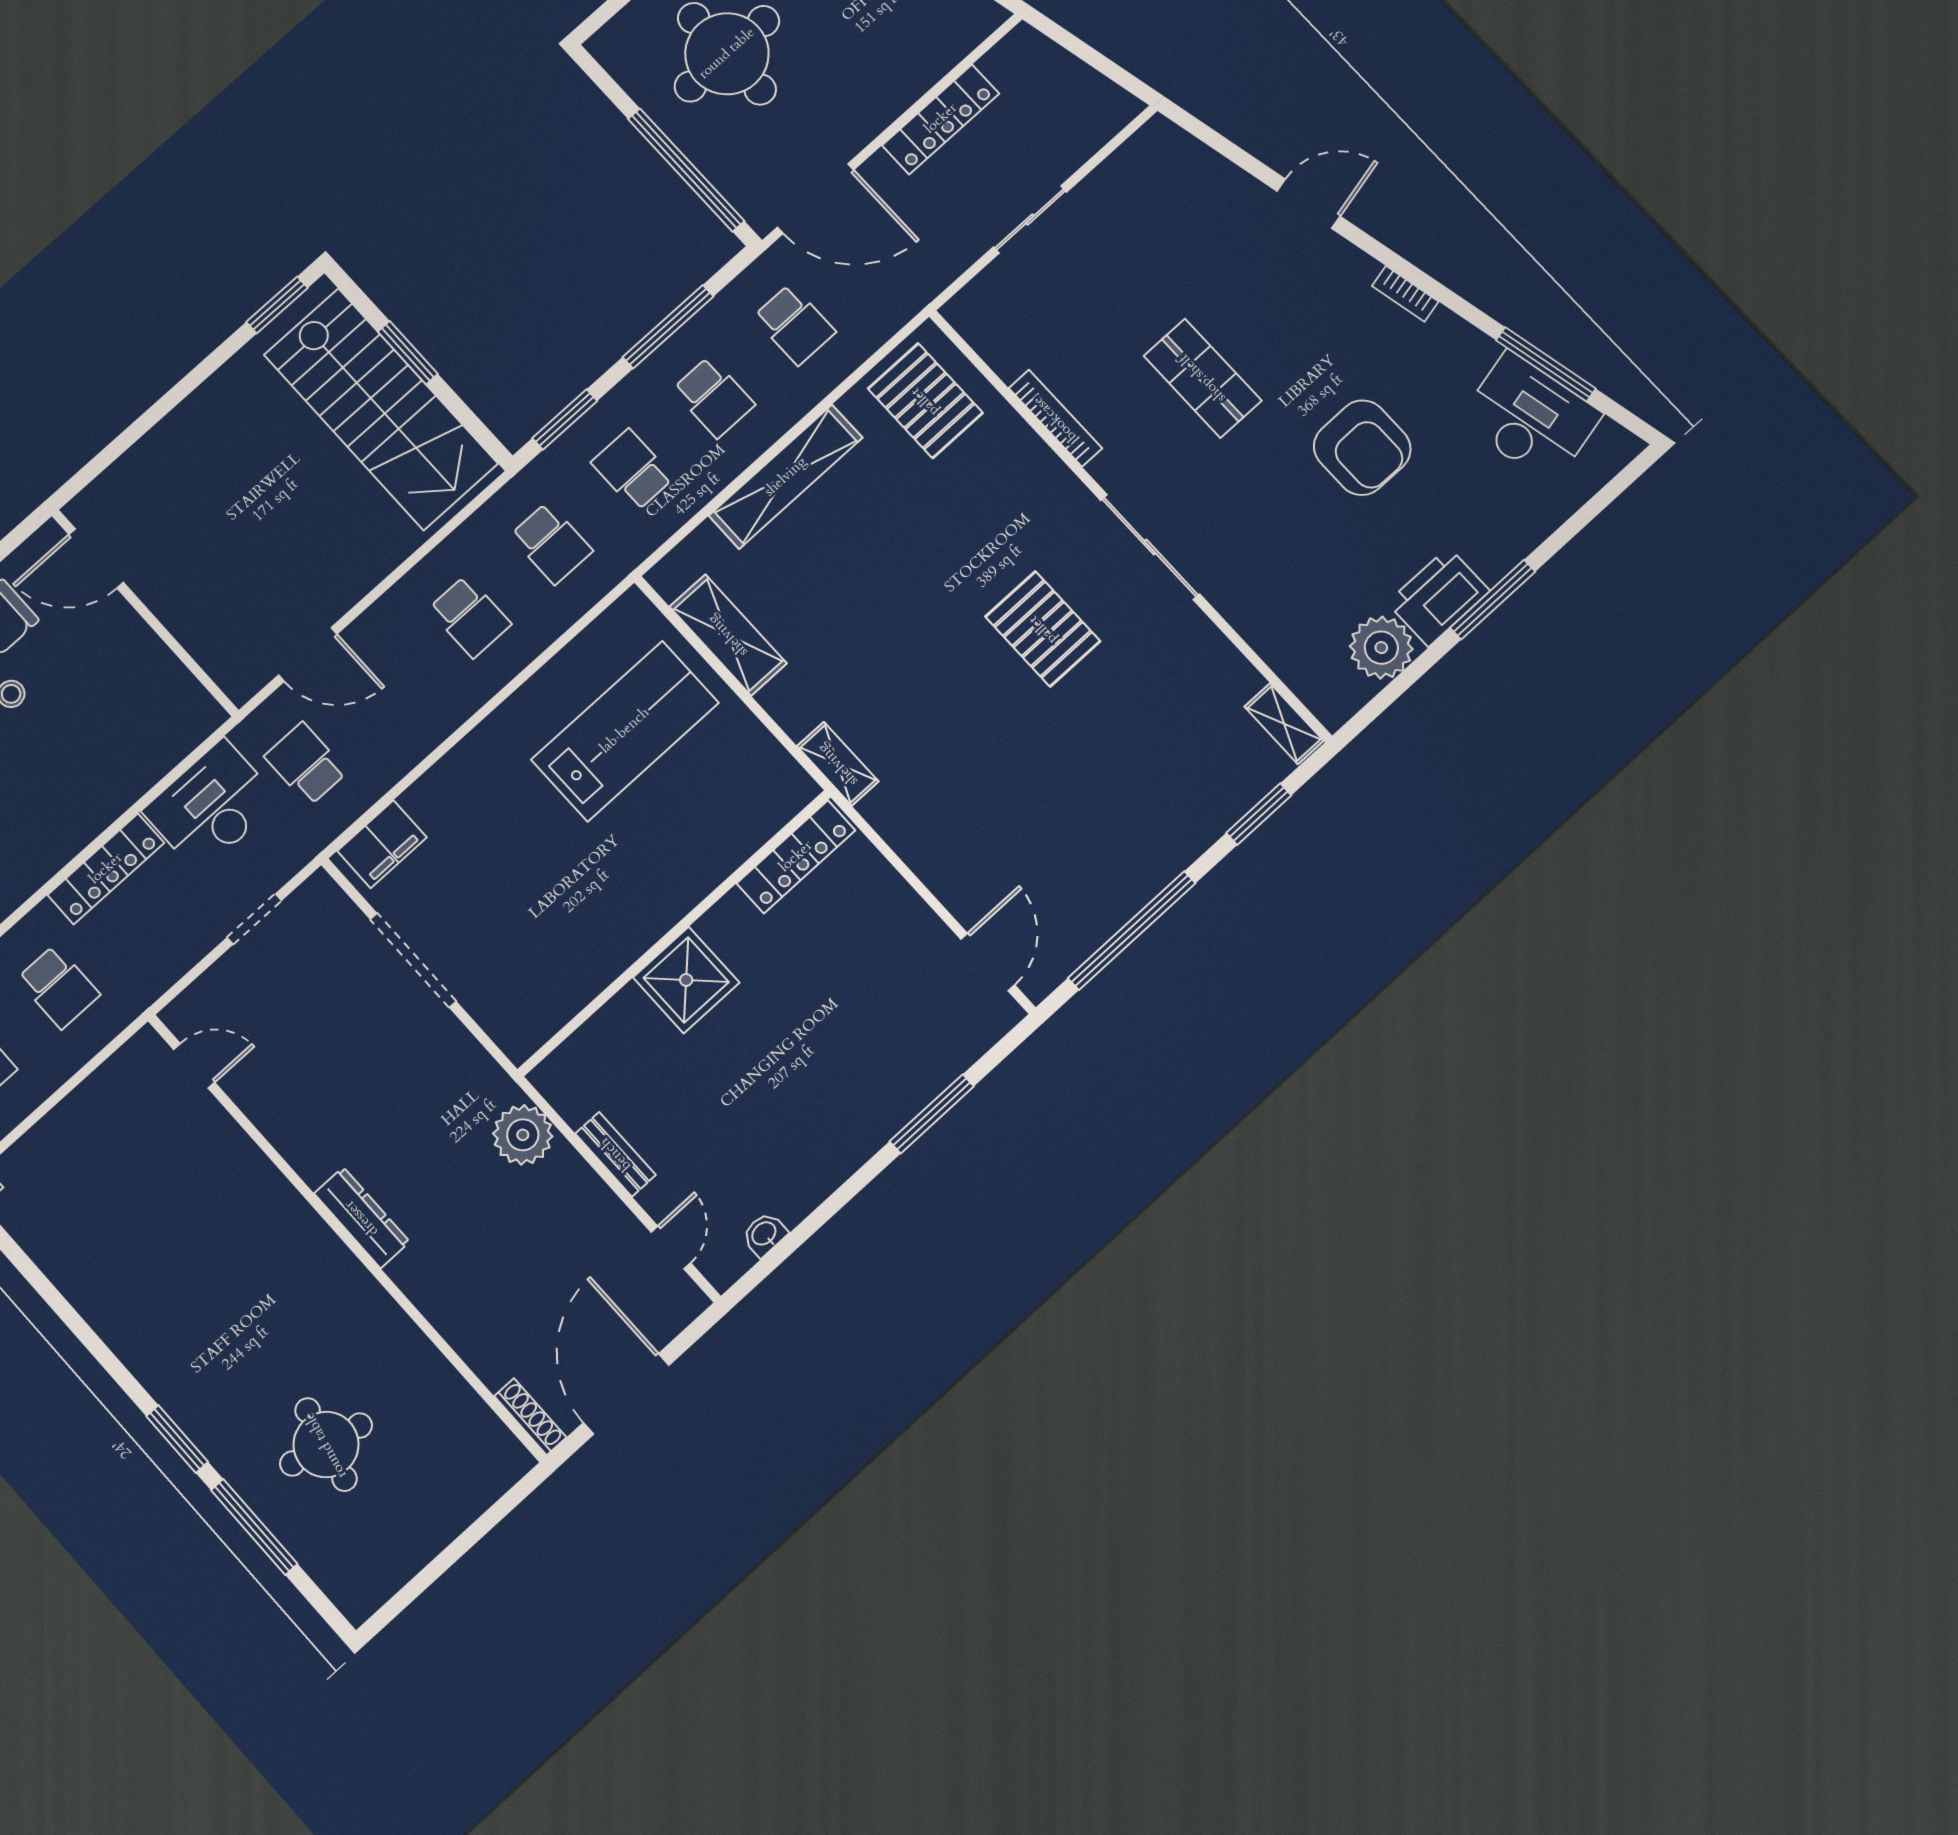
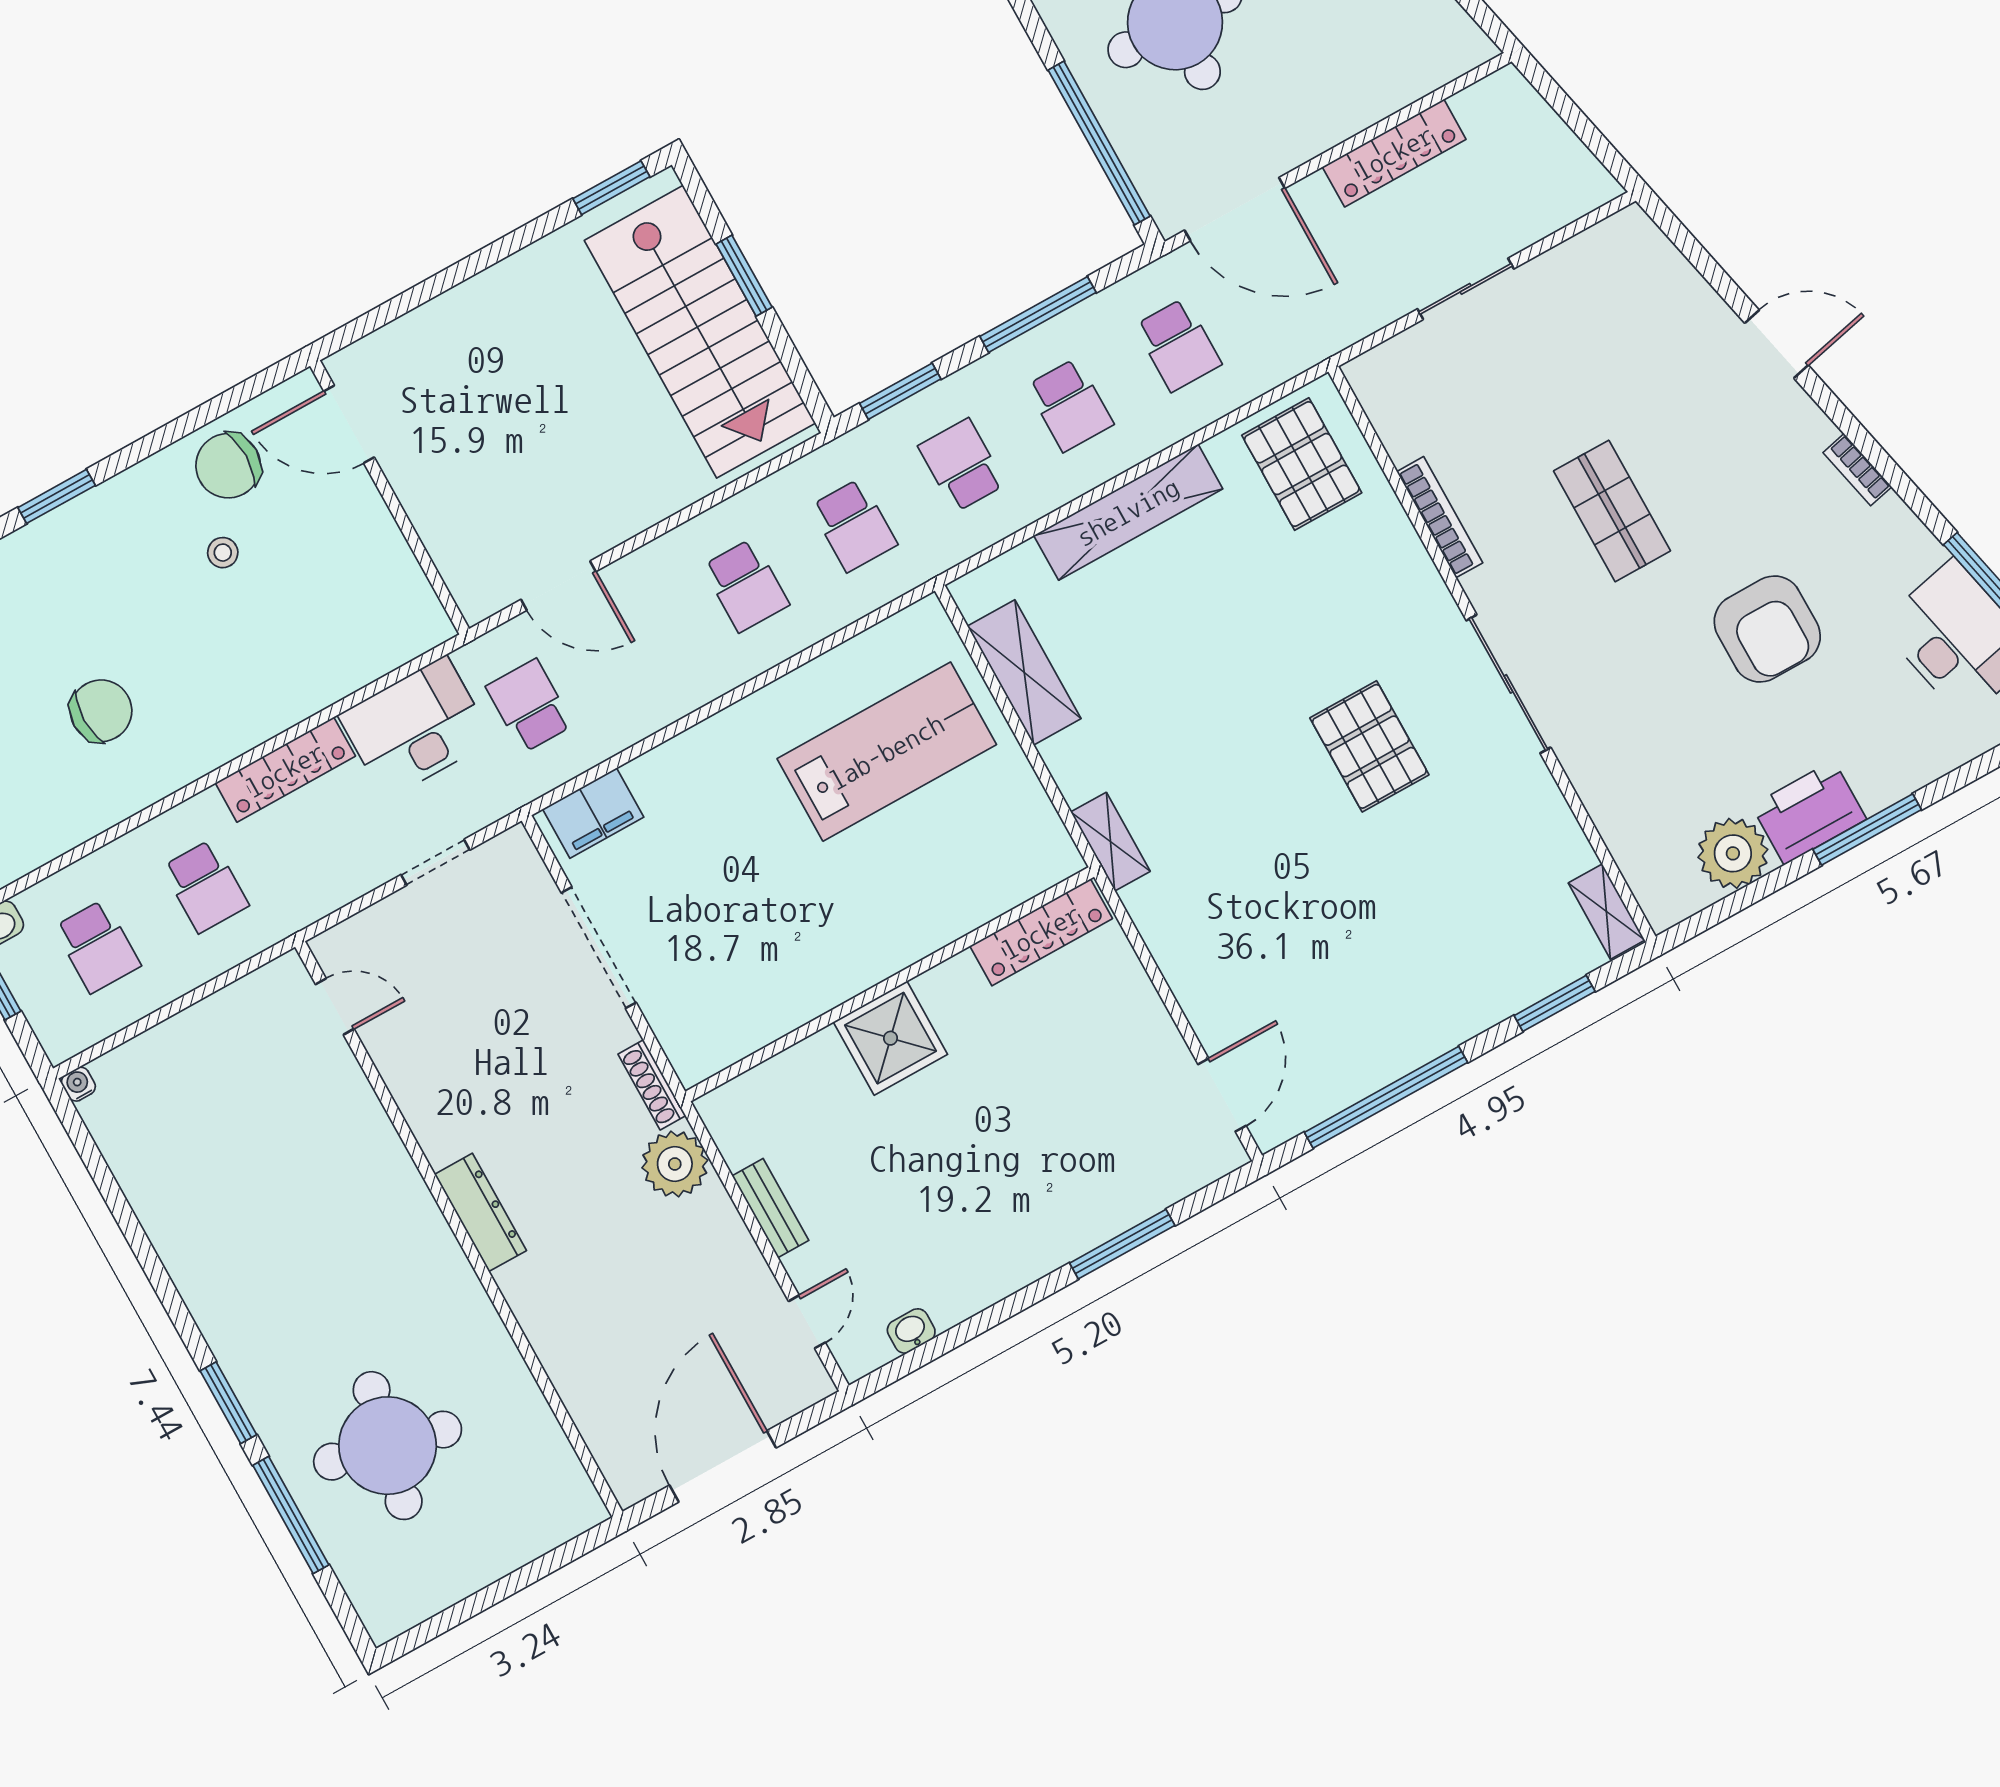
shoe rack: (530, 1417) -> (652, 1085), moved, turned 180
round table: (326, 1445) -> (388, 1446), width x1.36, depth x1.36

